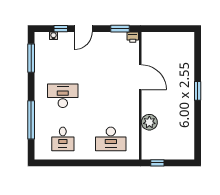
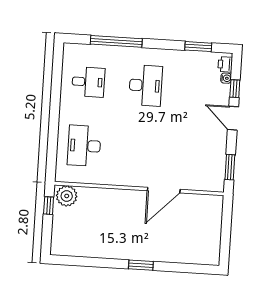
printer: (133, 37) -> (225, 64), moved
window: (31, 58) -> (198, 47), width x0.69
plant: (149, 122) -> (67, 196), moved
desk: (63, 139) -> (88, 82), turned 180

